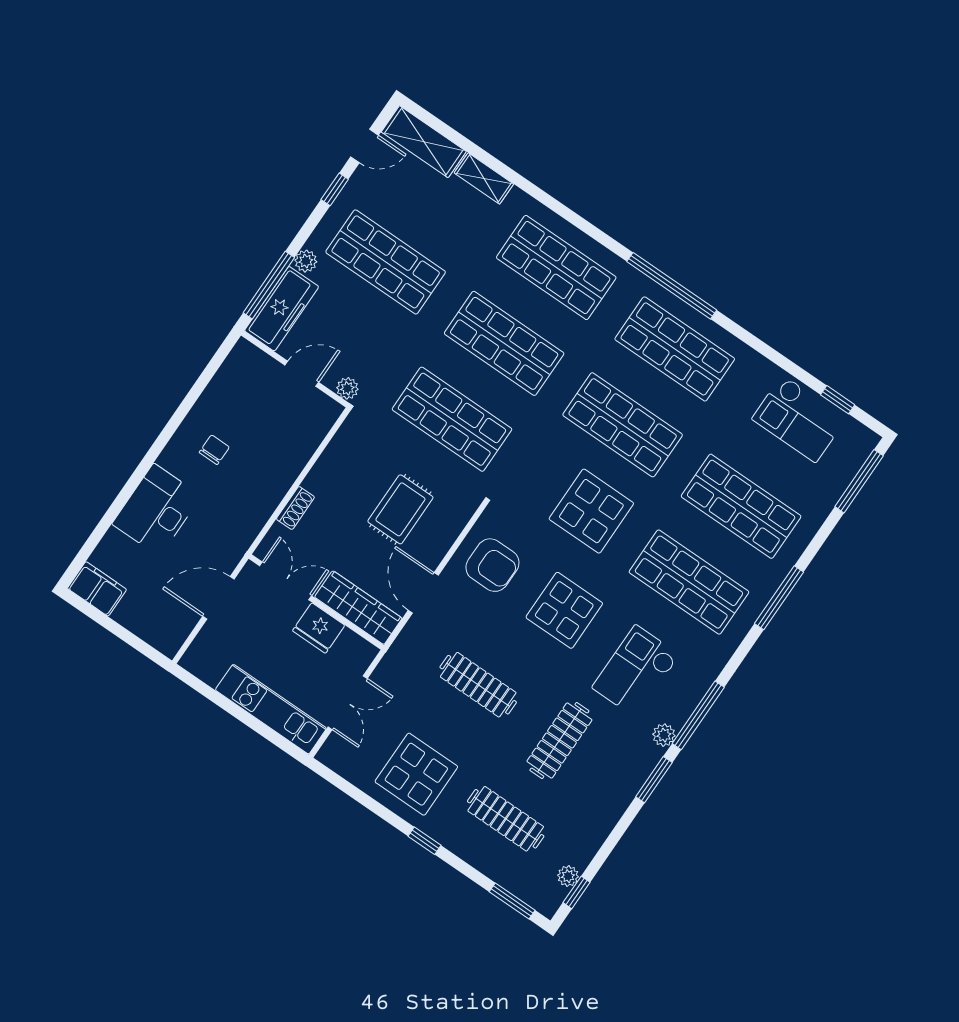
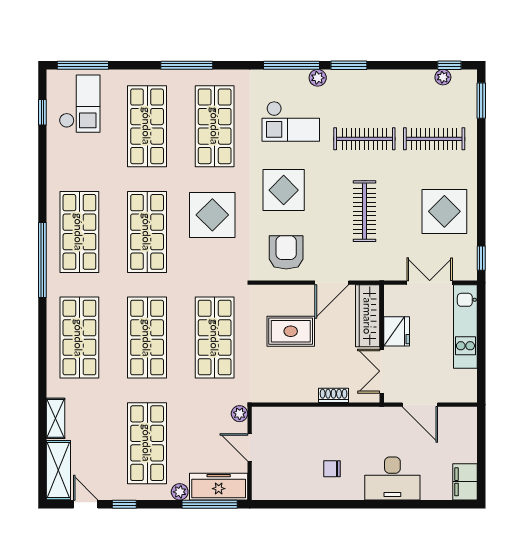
checkout: (799, 419) -> (80, 104), moved
clothes rail: (506, 819) -> (434, 139), turned 90
window: (424, 841) -> (481, 258), moved

